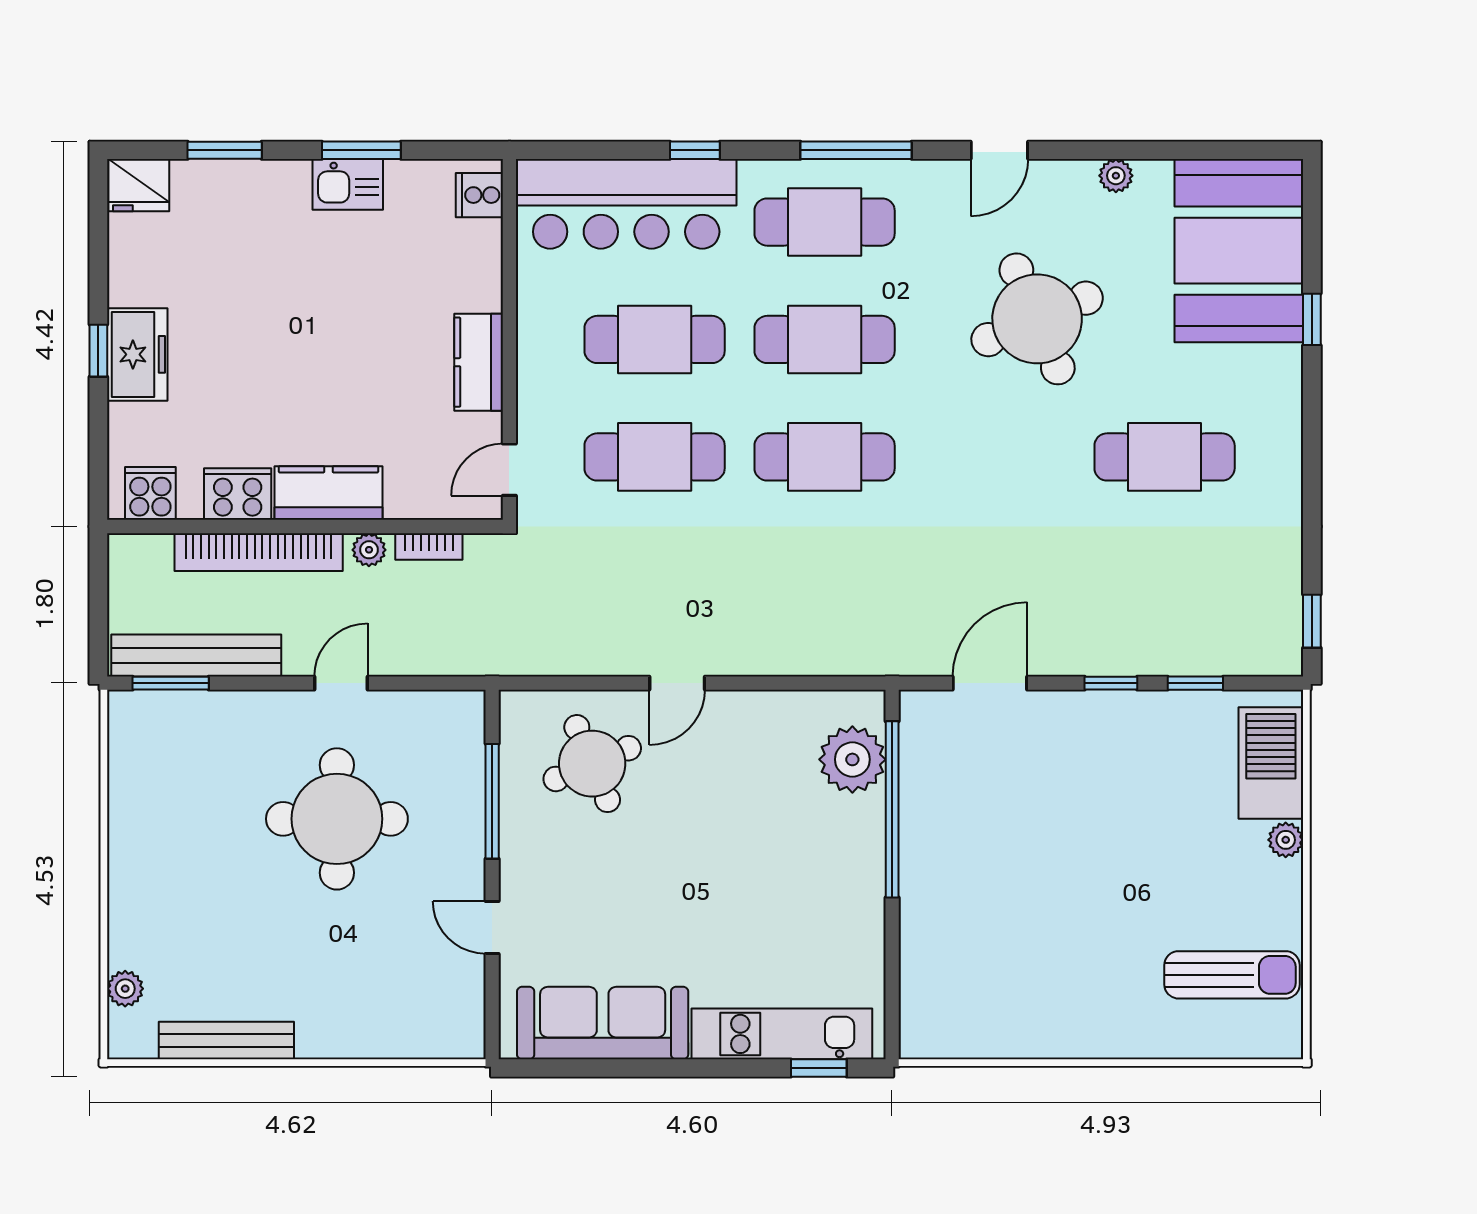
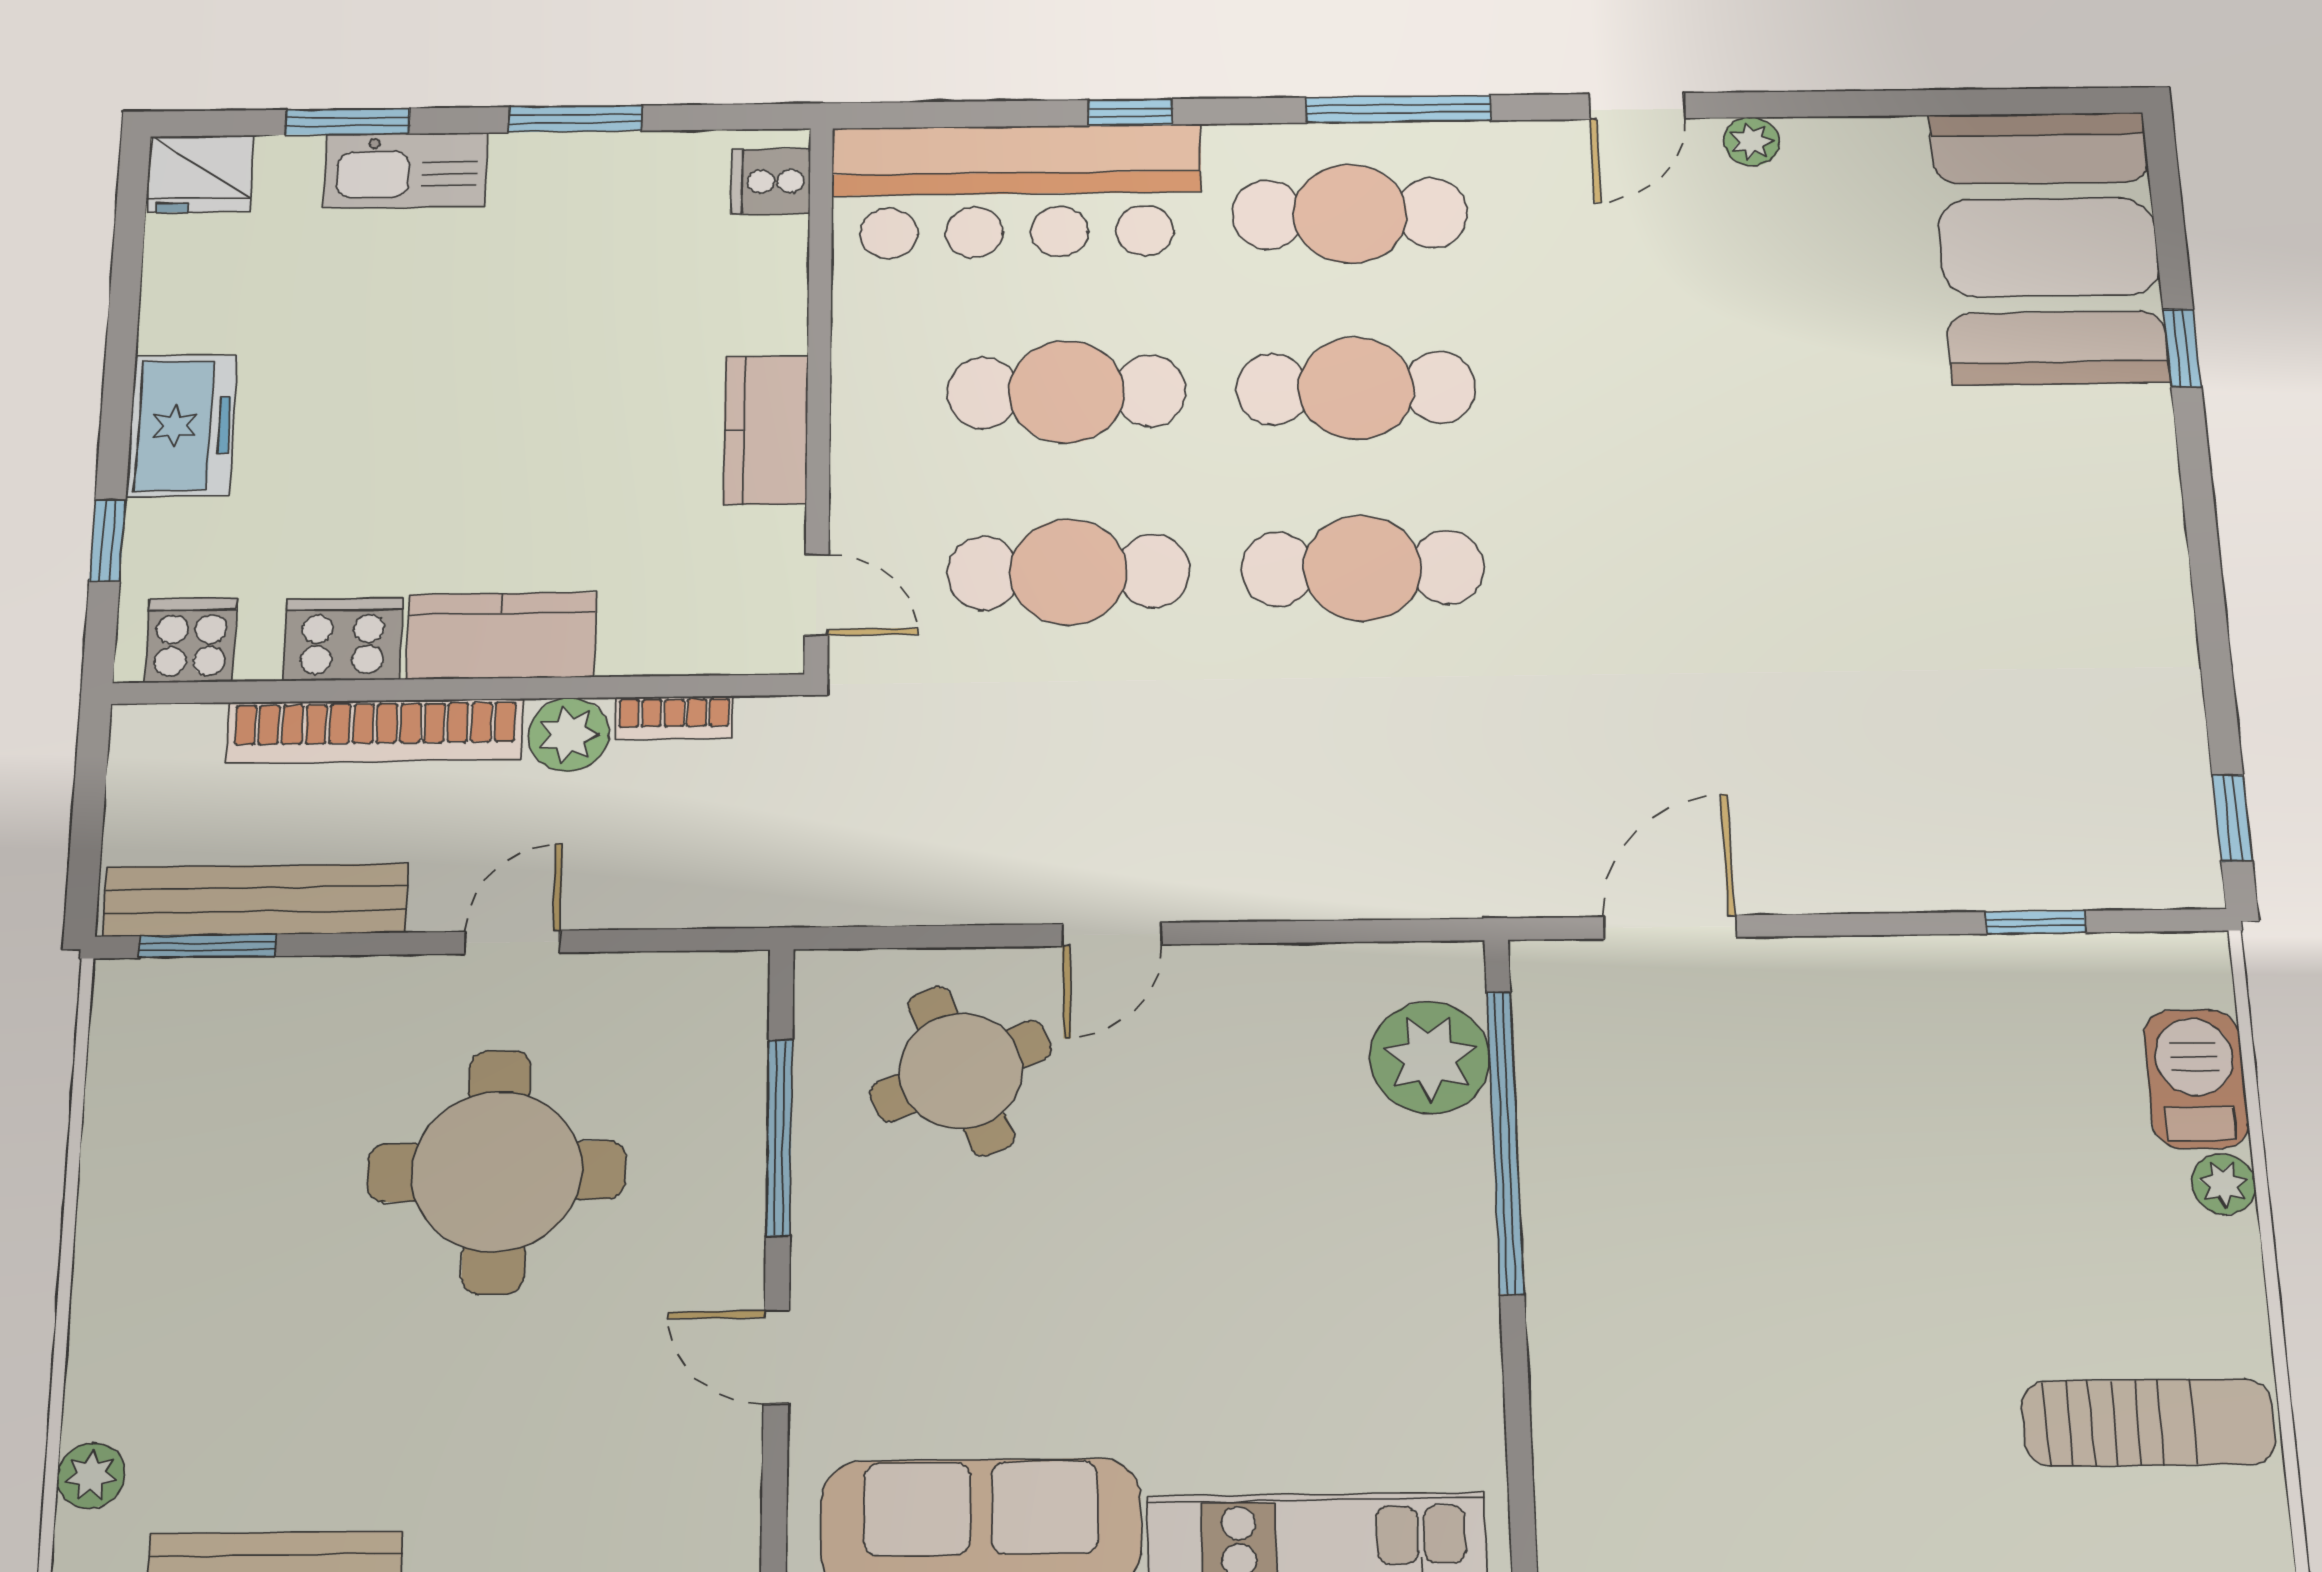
plant: (1116, 176) -> (1752, 141), moved
kitchen sink: (348, 184) -> (406, 170), moved, width x1.38
round table: (1037, 319) -> (1716, 353), removed
window: (98, 351) -> (107, 541), moved
cafe table: (1165, 457) -> (1950, 561), removed
door: (509, 470) -> (817, 595), swing flipped
plant: (369, 550) -> (569, 735), width x1.38, depth x1.38
window: (1111, 683) -> (1885, 924), removed
barbecue: (1271, 763) -> (2196, 1079), width x0.73, depth x0.83

